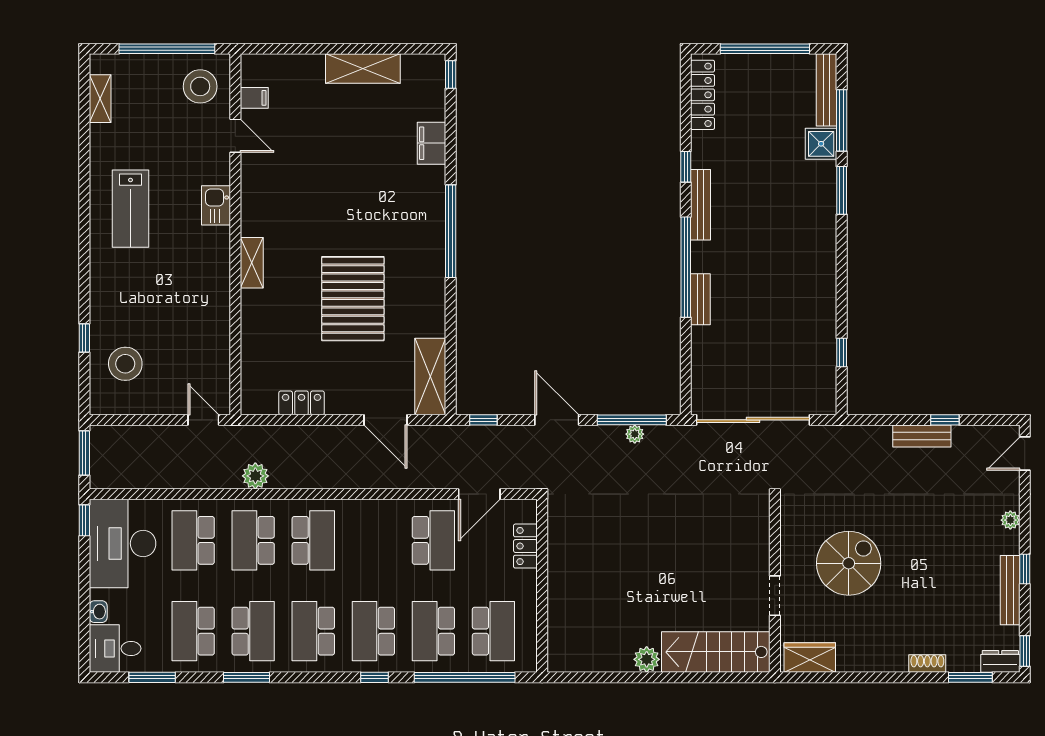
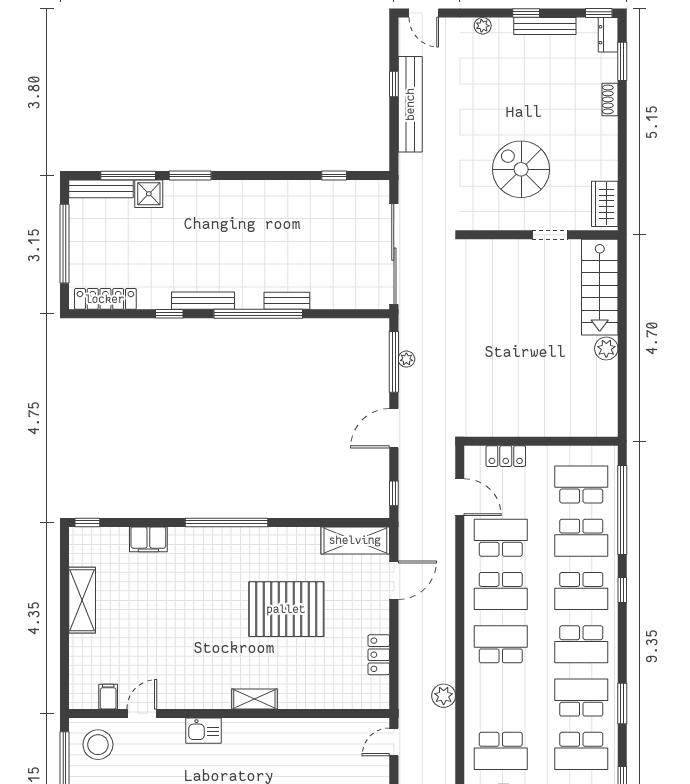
bench: (922, 436) -> (410, 104), width x1.86, depth x1.21
school desk: (253, 540) -> (501, 591), moved

